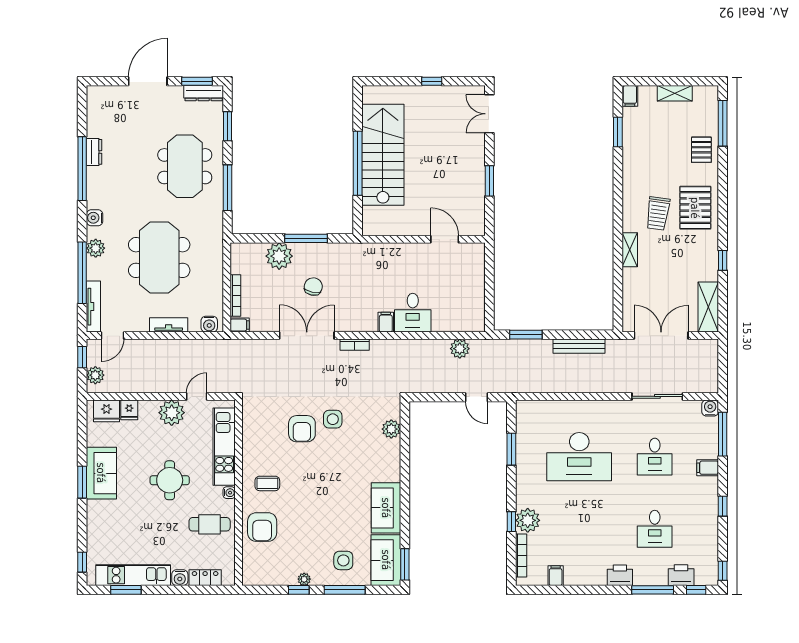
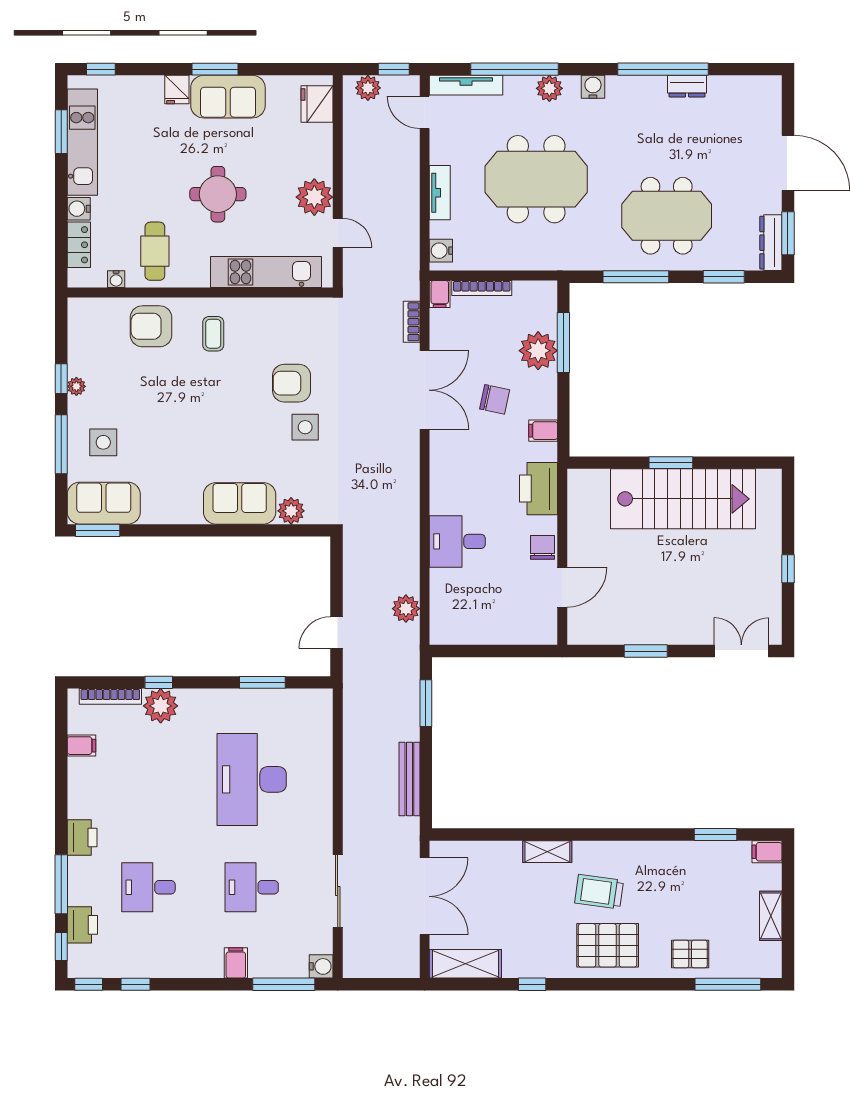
window: (358, 163) -> (671, 463), width x0.47
window: (306, 238) -> (563, 343), moved
chair: (417, 253) -> (543, 547), added
printer: (376, 256) -> (539, 489), added
filing cabinet: (386, 322) -> (543, 431), moved, turned 180
bookcase: (355, 345) -> (412, 322), moved
fridge: (129, 410) -> (177, 89), moved, turned -90
water cooler: (229, 493) -> (116, 279), moved
window: (723, 506) -> (135, 984), moved
sofa: (386, 508) -> (240, 503), moved

